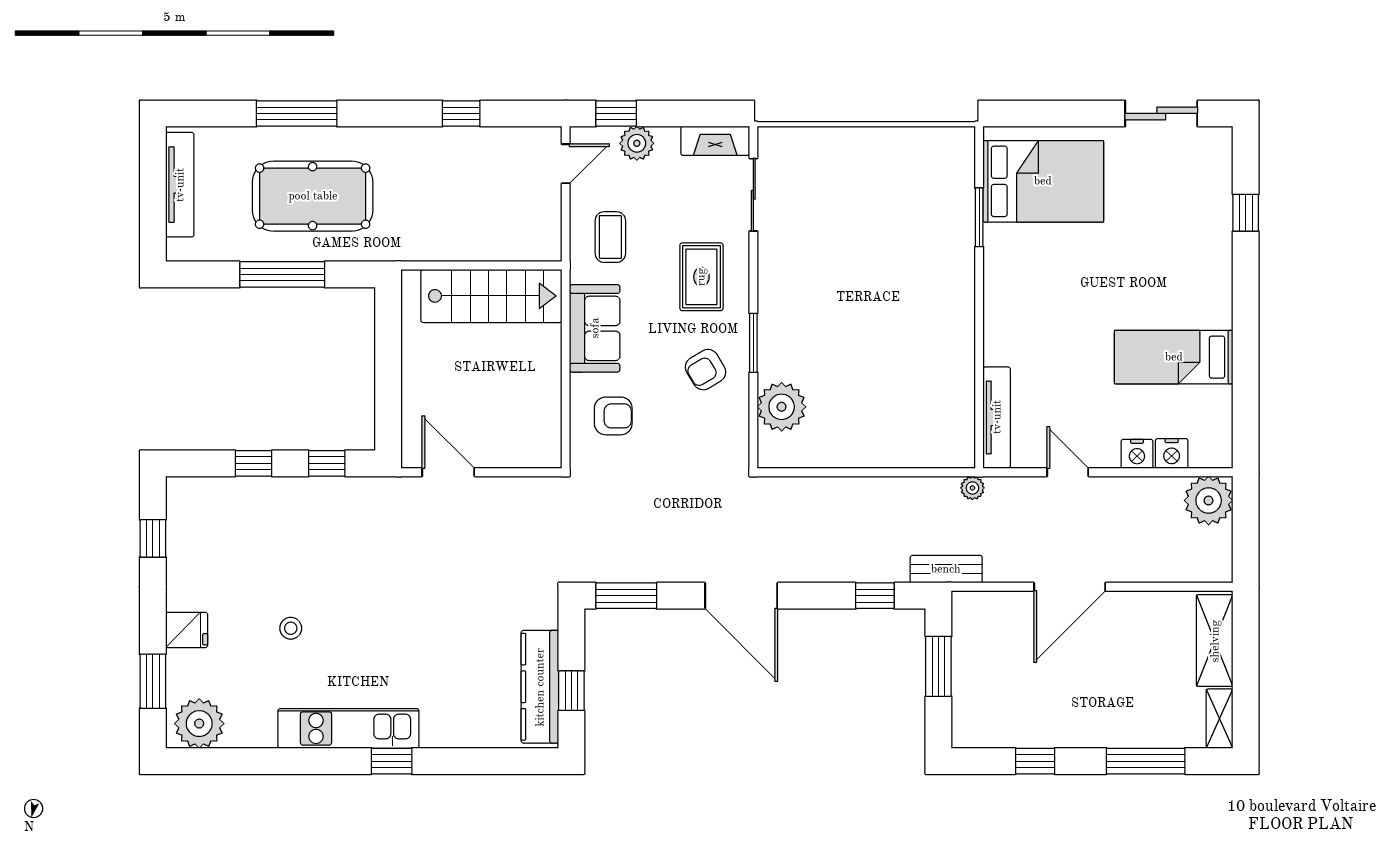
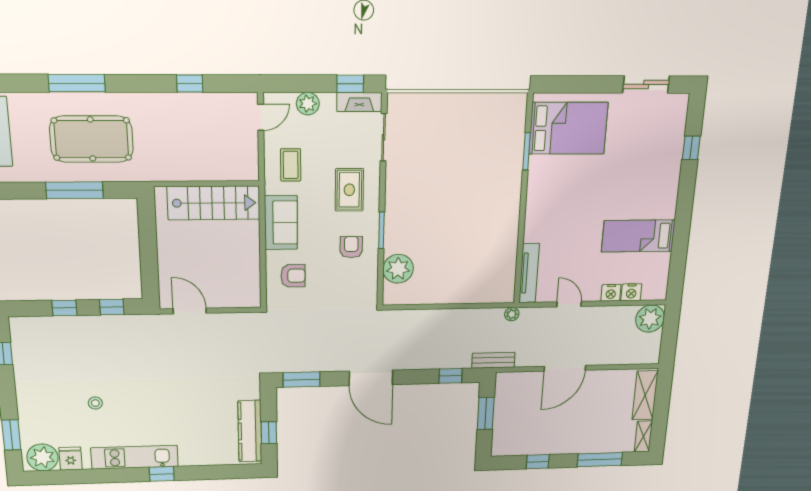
window: (616, 113) -> (350, 84), moved
armchair: (706, 370) -> (351, 247), turned 121
fridge: (187, 630) -> (71, 459), moved, turned -90

